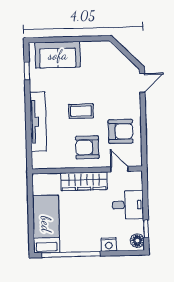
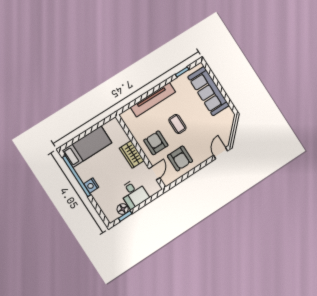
sofa: (58, 55) -> (208, 91), width x1.36
door: (142, 83) -> (221, 153), swing flipped
wardrobe: (84, 181) -> (132, 154), width x0.67
floor lamp: (137, 241) -> (123, 209), moved
nightstand: (109, 244) -> (91, 185), moved

